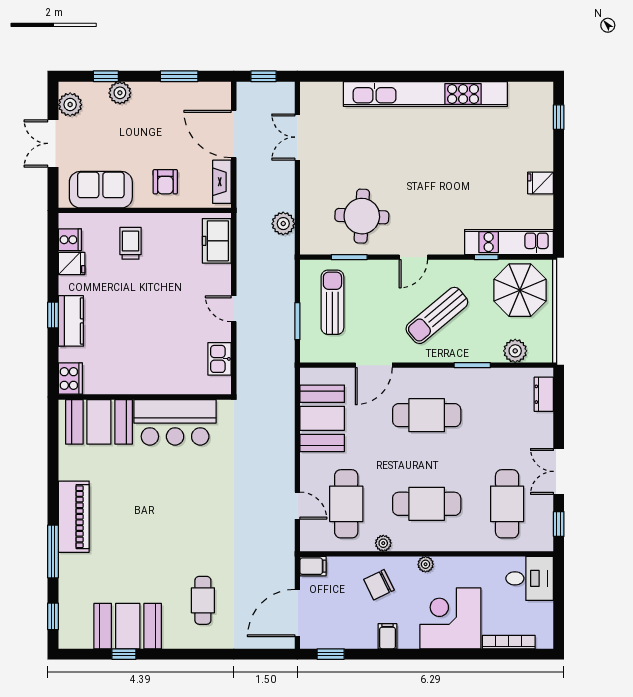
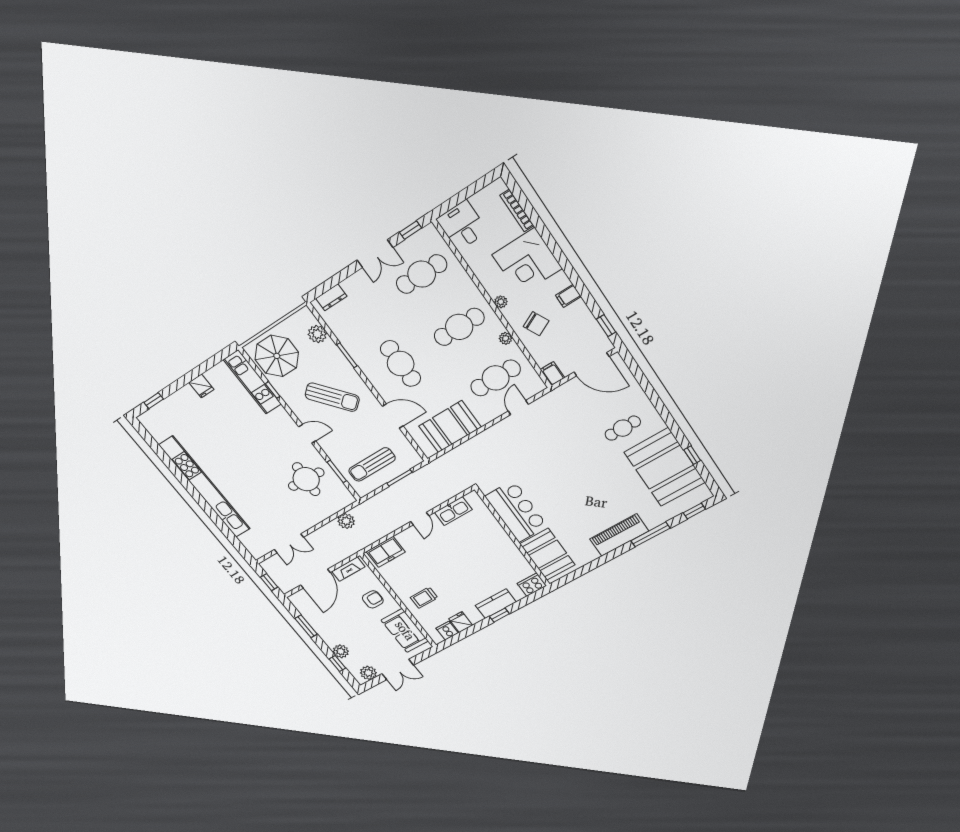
kitchen sink: (220, 359) -> (453, 511), width x1.38
cafe table: (427, 504) -> (459, 327), turned 90
booth: (128, 626) -> (665, 467), width x1.36, depth x1.42

